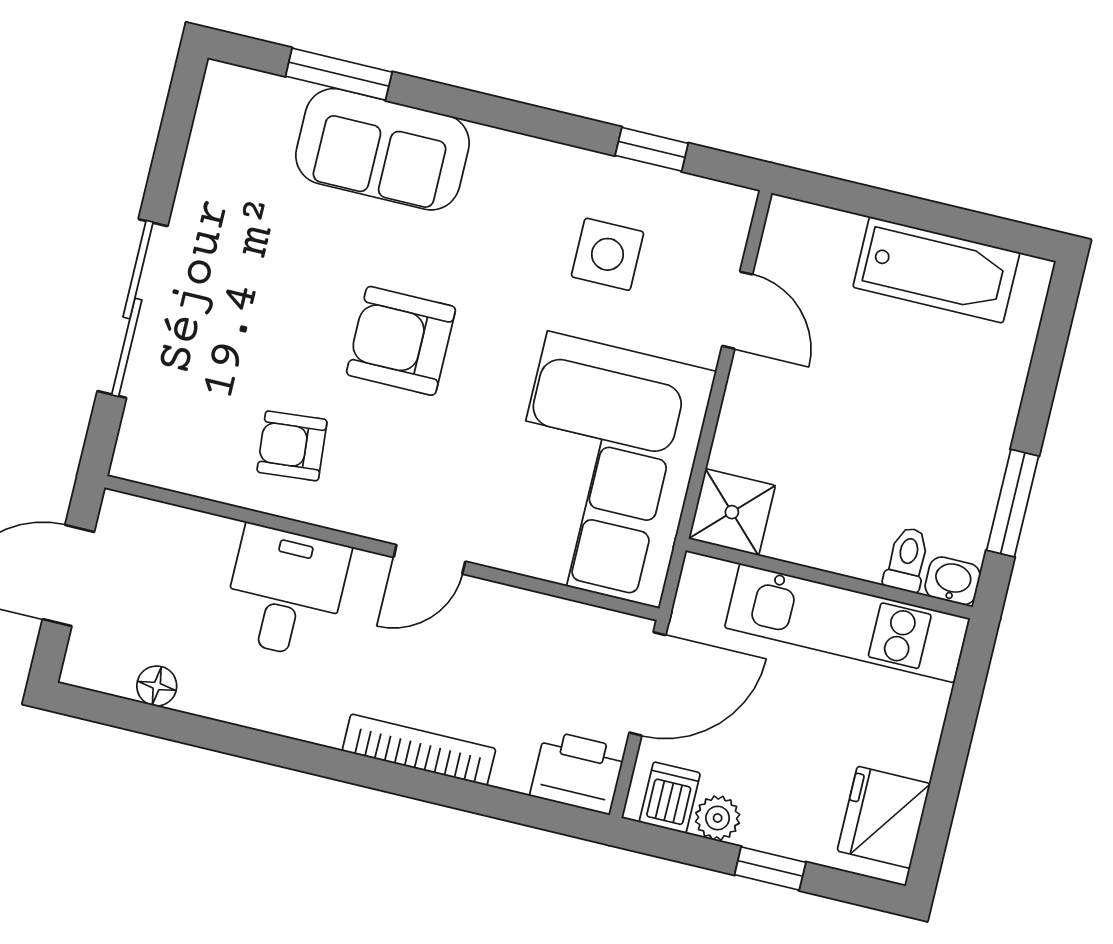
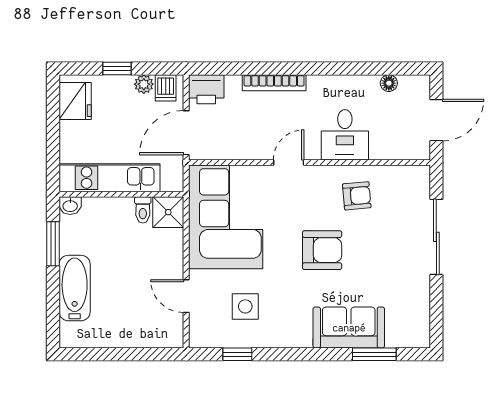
bathtub: (936, 270) -> (75, 288), moved, turned 90
toilet: (907, 559) -> (143, 210), moved

